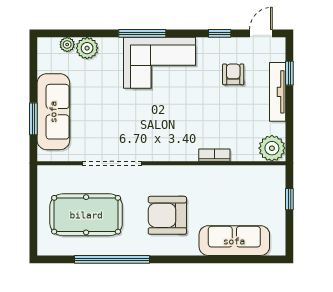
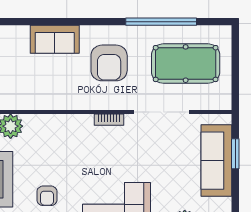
bookcase: (214, 155) -> (109, 120), moved
armchair: (167, 215) -> (109, 63), turned 90
sofa: (234, 241) -> (55, 39), width x0.73

